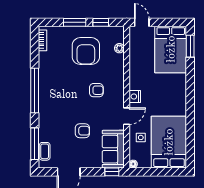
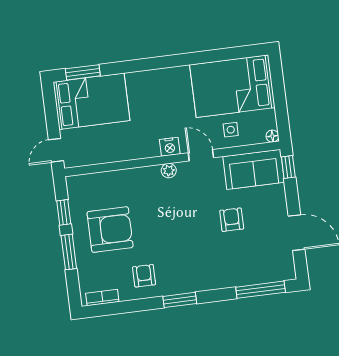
plant: (119, 48) -> (169, 171), moved
window: (35, 90) -> (180, 300), width x0.47
armchair: (96, 90) -> (144, 276), moved
coffee table: (45, 151) -> (270, 273), removed

